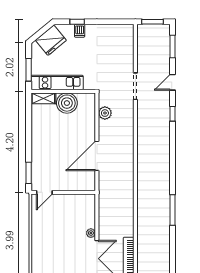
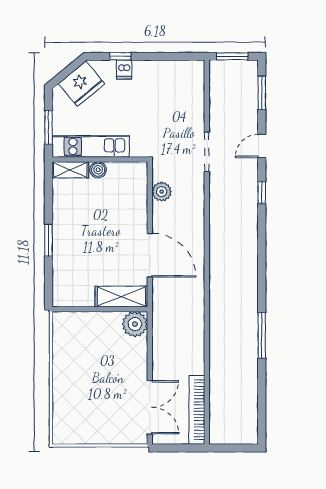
boiler: (67, 103) -> (98, 170), width x0.54, depth x0.54
door: (97, 156) -> (150, 255), swing flipped
window: (29, 173) -> (48, 240), moved
shelving: (78, 184) -> (121, 297), added
door: (44, 192) -> (72, 309), removed
plant: (91, 233) -> (135, 324), moved, width x1.88, depth x1.88

